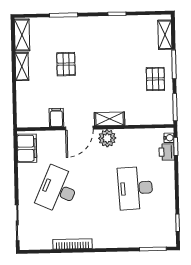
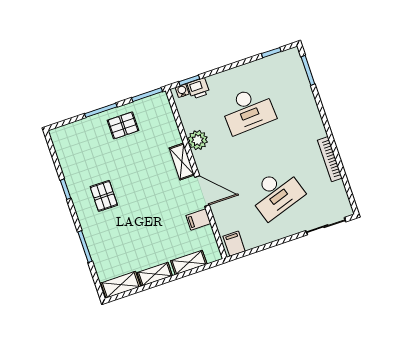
shelving: (165, 35) -> (189, 262), moved
pallet: (66, 64) -> (104, 196), moved, turned 90
plant: (107, 138) -> (198, 140), moved
filing cabinet: (27, 148) -> (234, 244), width x0.50
desk: (58, 190) -> (276, 193), turned -42

